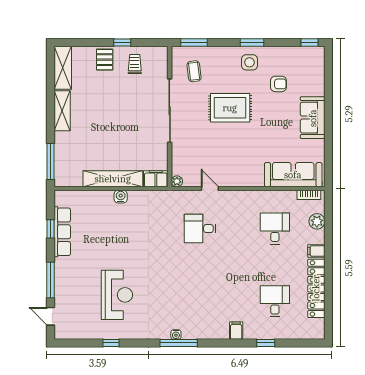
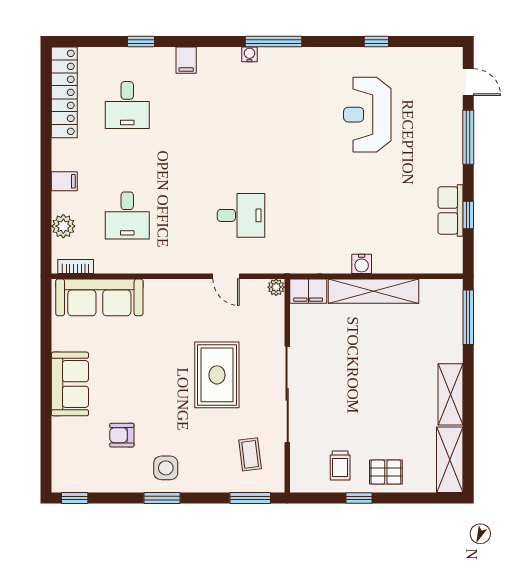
pallet: (105, 60) -> (386, 472), turned 90
rug: (230, 108) -> (217, 375), moved, turned 90
row of seats: (62, 232) -> (450, 210), width x0.68
locker: (316, 288) -> (64, 92), moved
water cooler: (176, 334) -> (250, 54), moved

